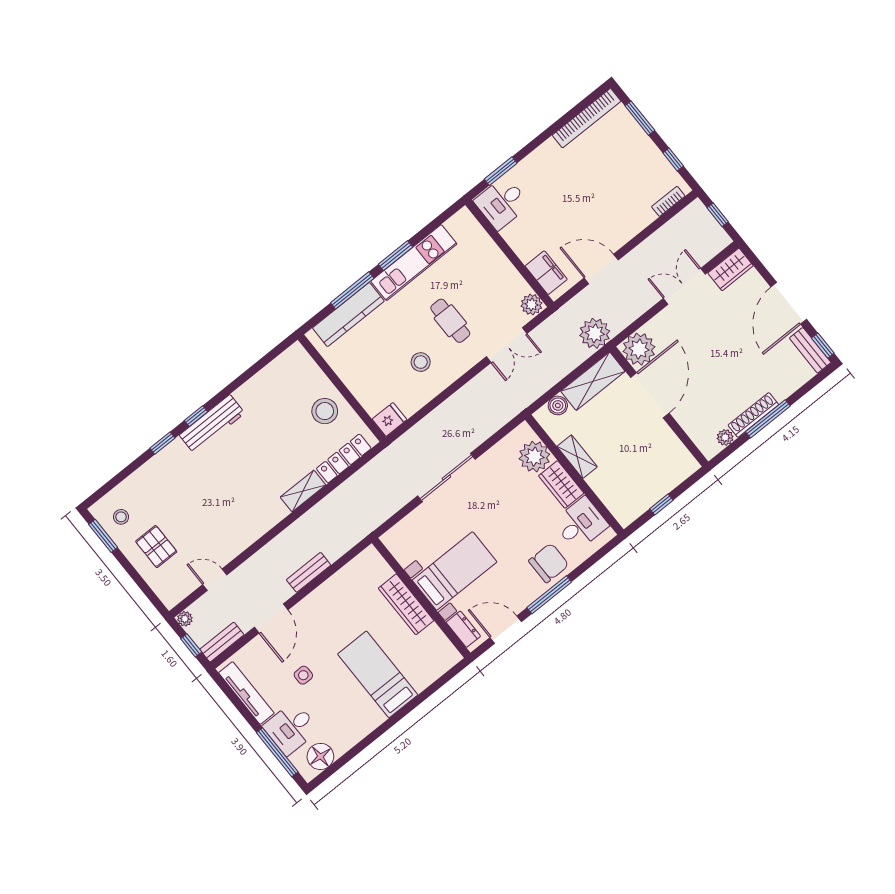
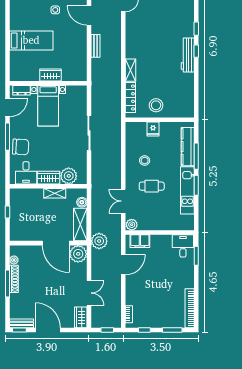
fridge: (389, 419) -> (153, 129), moved
chair: (549, 563) -> (21, 147), turned -87
wardrobe: (406, 604) -> (50, 75), width x0.67

